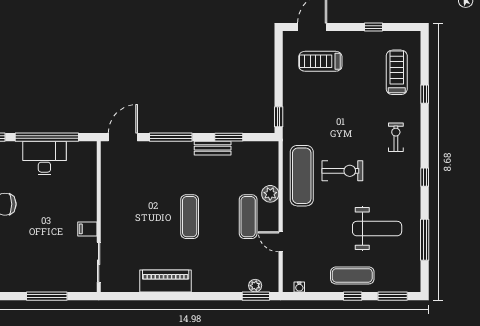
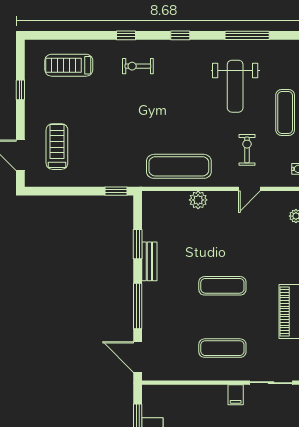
treadmill: (320, 61) -> (57, 147), turned 180
window: (425, 94) -> (126, 35), moved
exercise bike: (342, 171) -> (247, 150), moved, width x0.73, depth x0.72
exercise mat: (248, 217) -> (222, 348), moved
weight bench: (377, 229) -> (235, 86), turned 180

